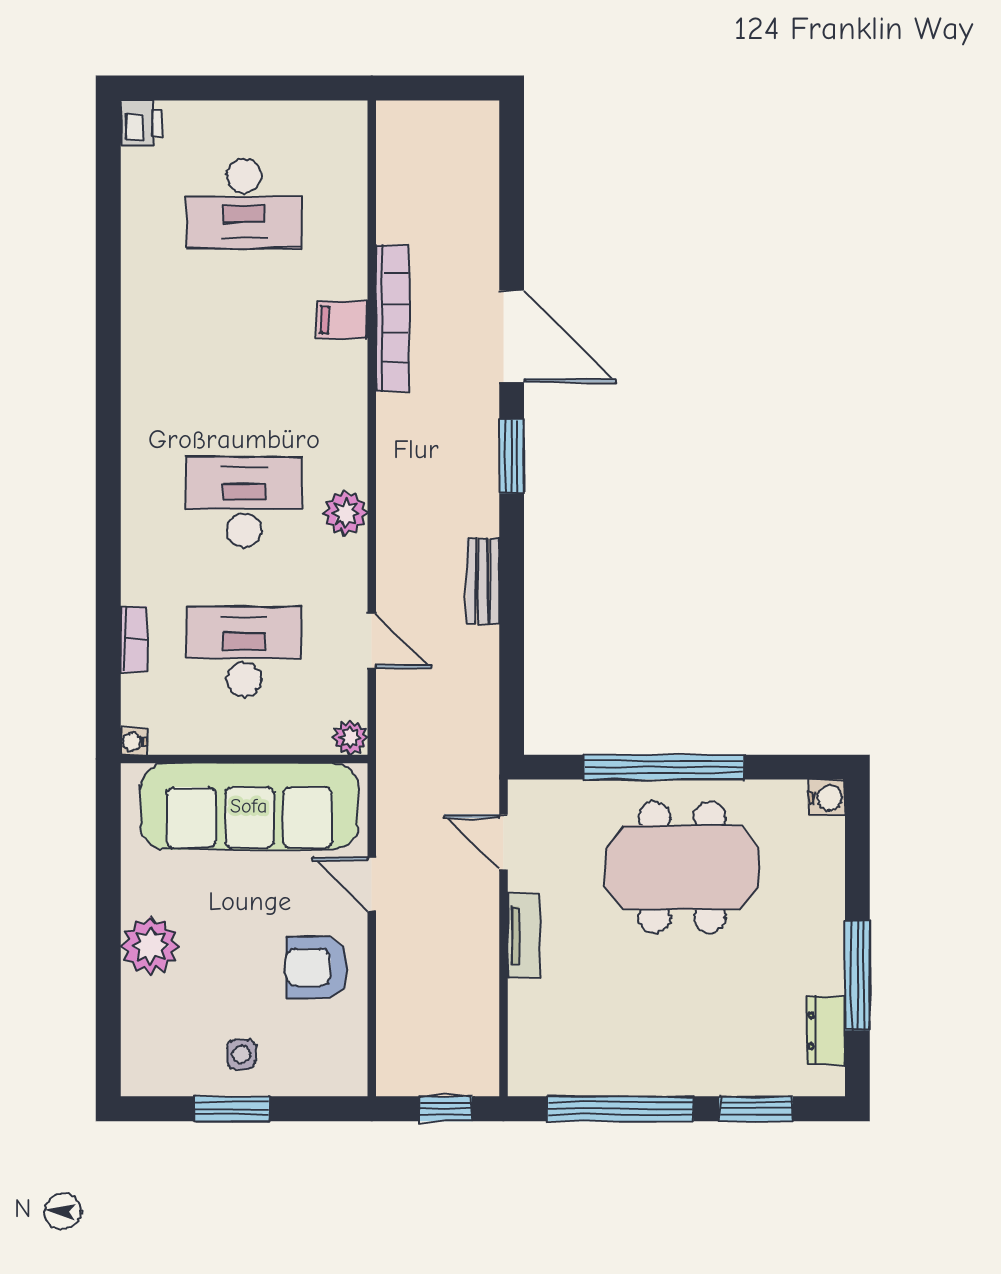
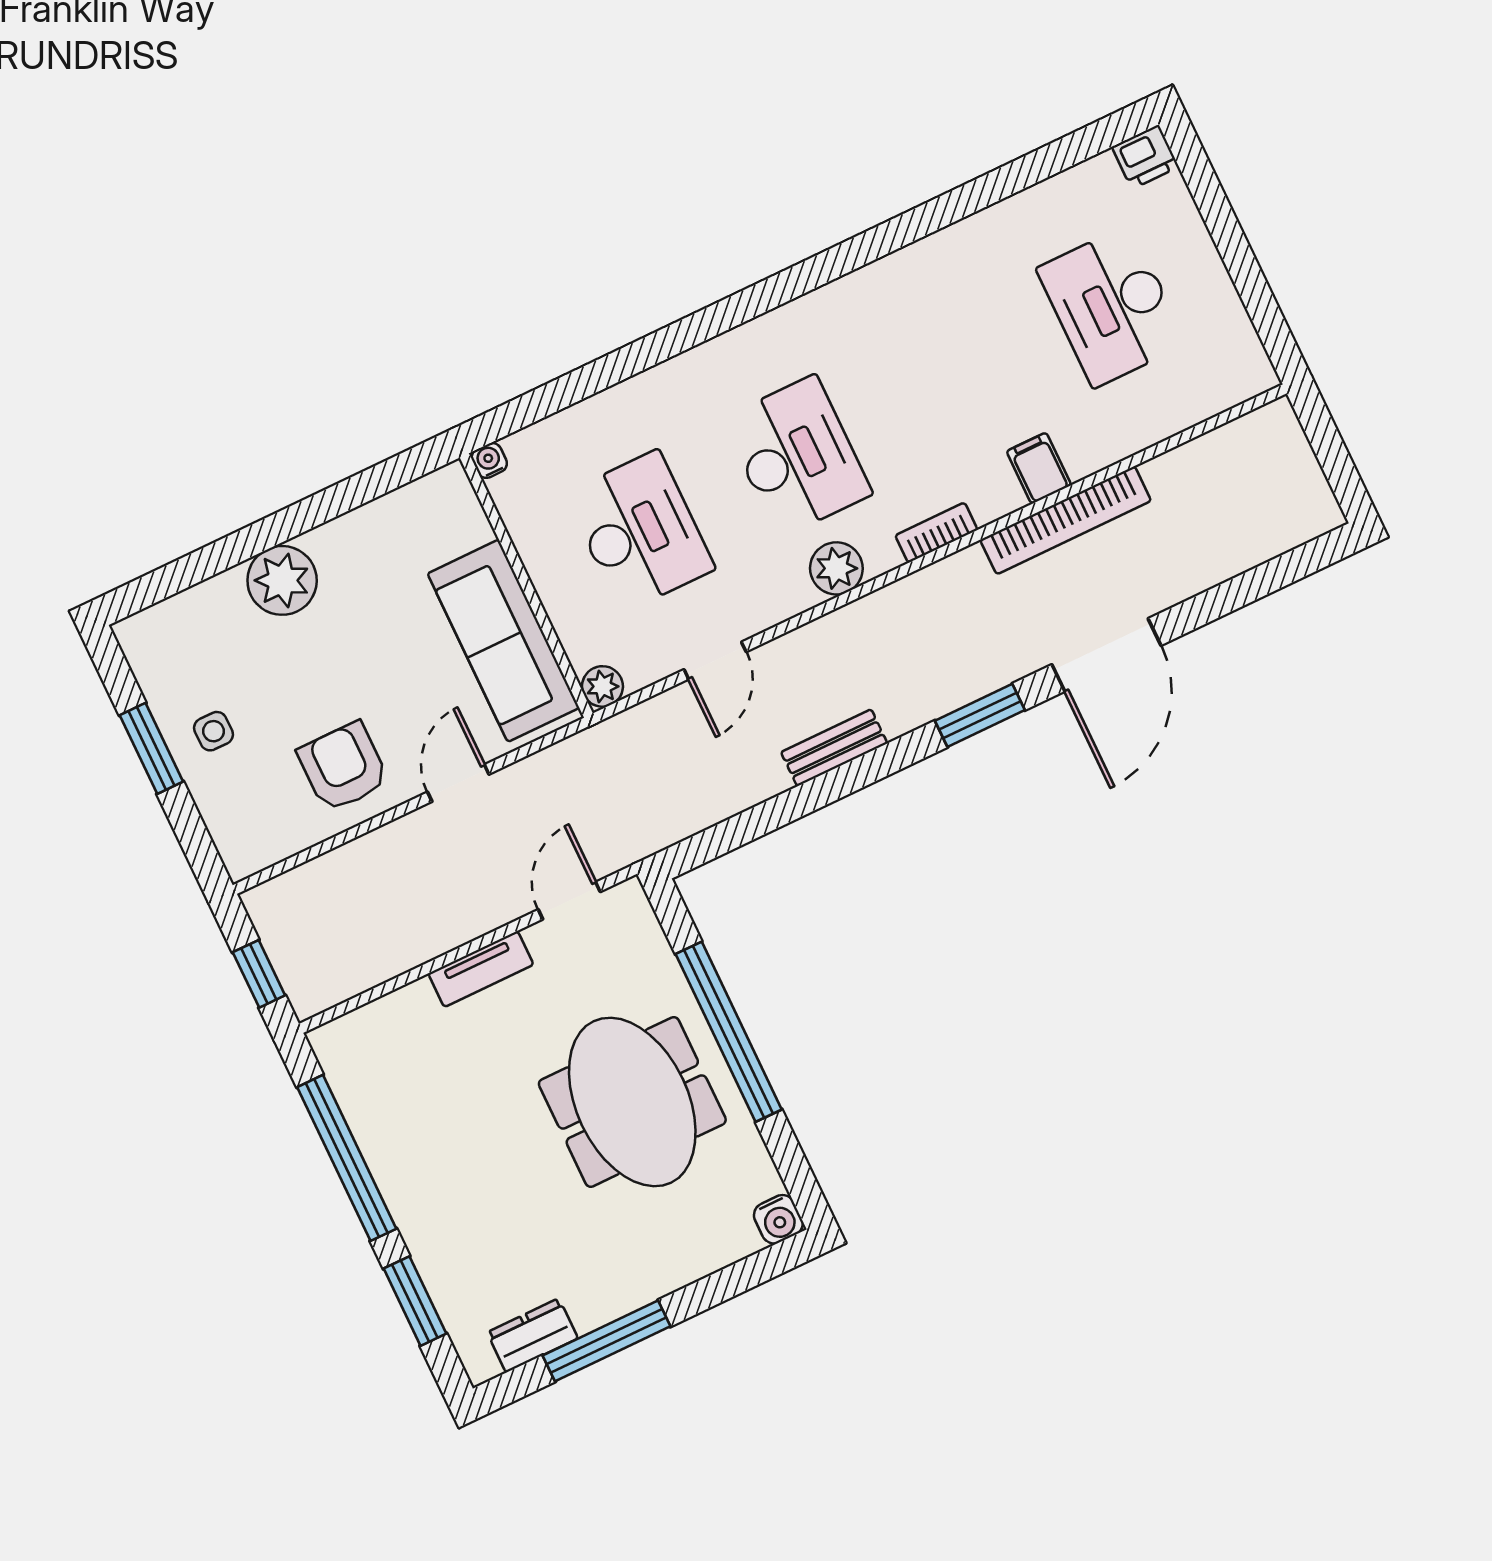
bookcase: (134, 639) -> (936, 533), moved, turned 180
sofa: (249, 806) -> (503, 641), width x0.74, depth x0.79

